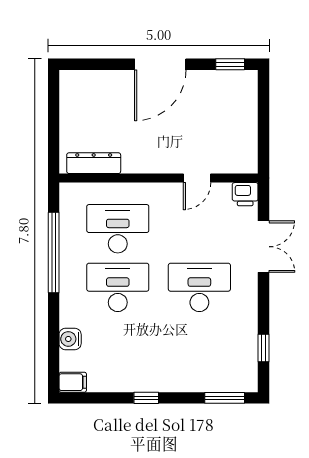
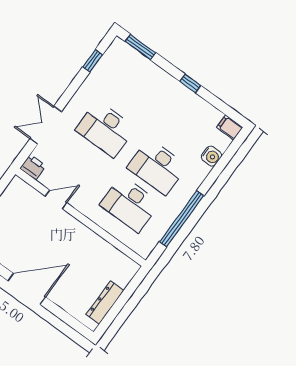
dresser: (94, 163) -> (105, 302), moved, turned 90

